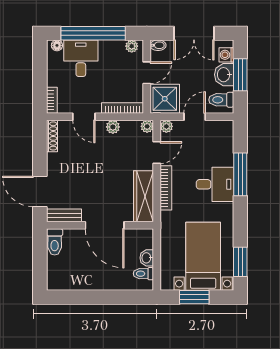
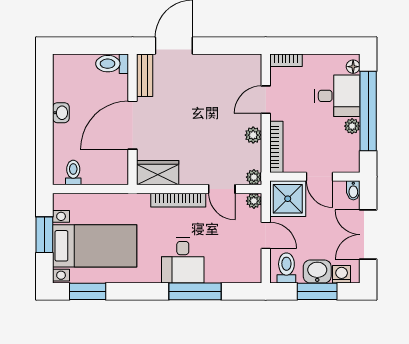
plant: (132, 46) -> (352, 126), moved
shoe rack: (52, 136) -> (242, 60), removed
wardrobe: (143, 196) -> (158, 173), width x0.67
washbasin: (147, 258) -> (61, 113), moved, turned 90

